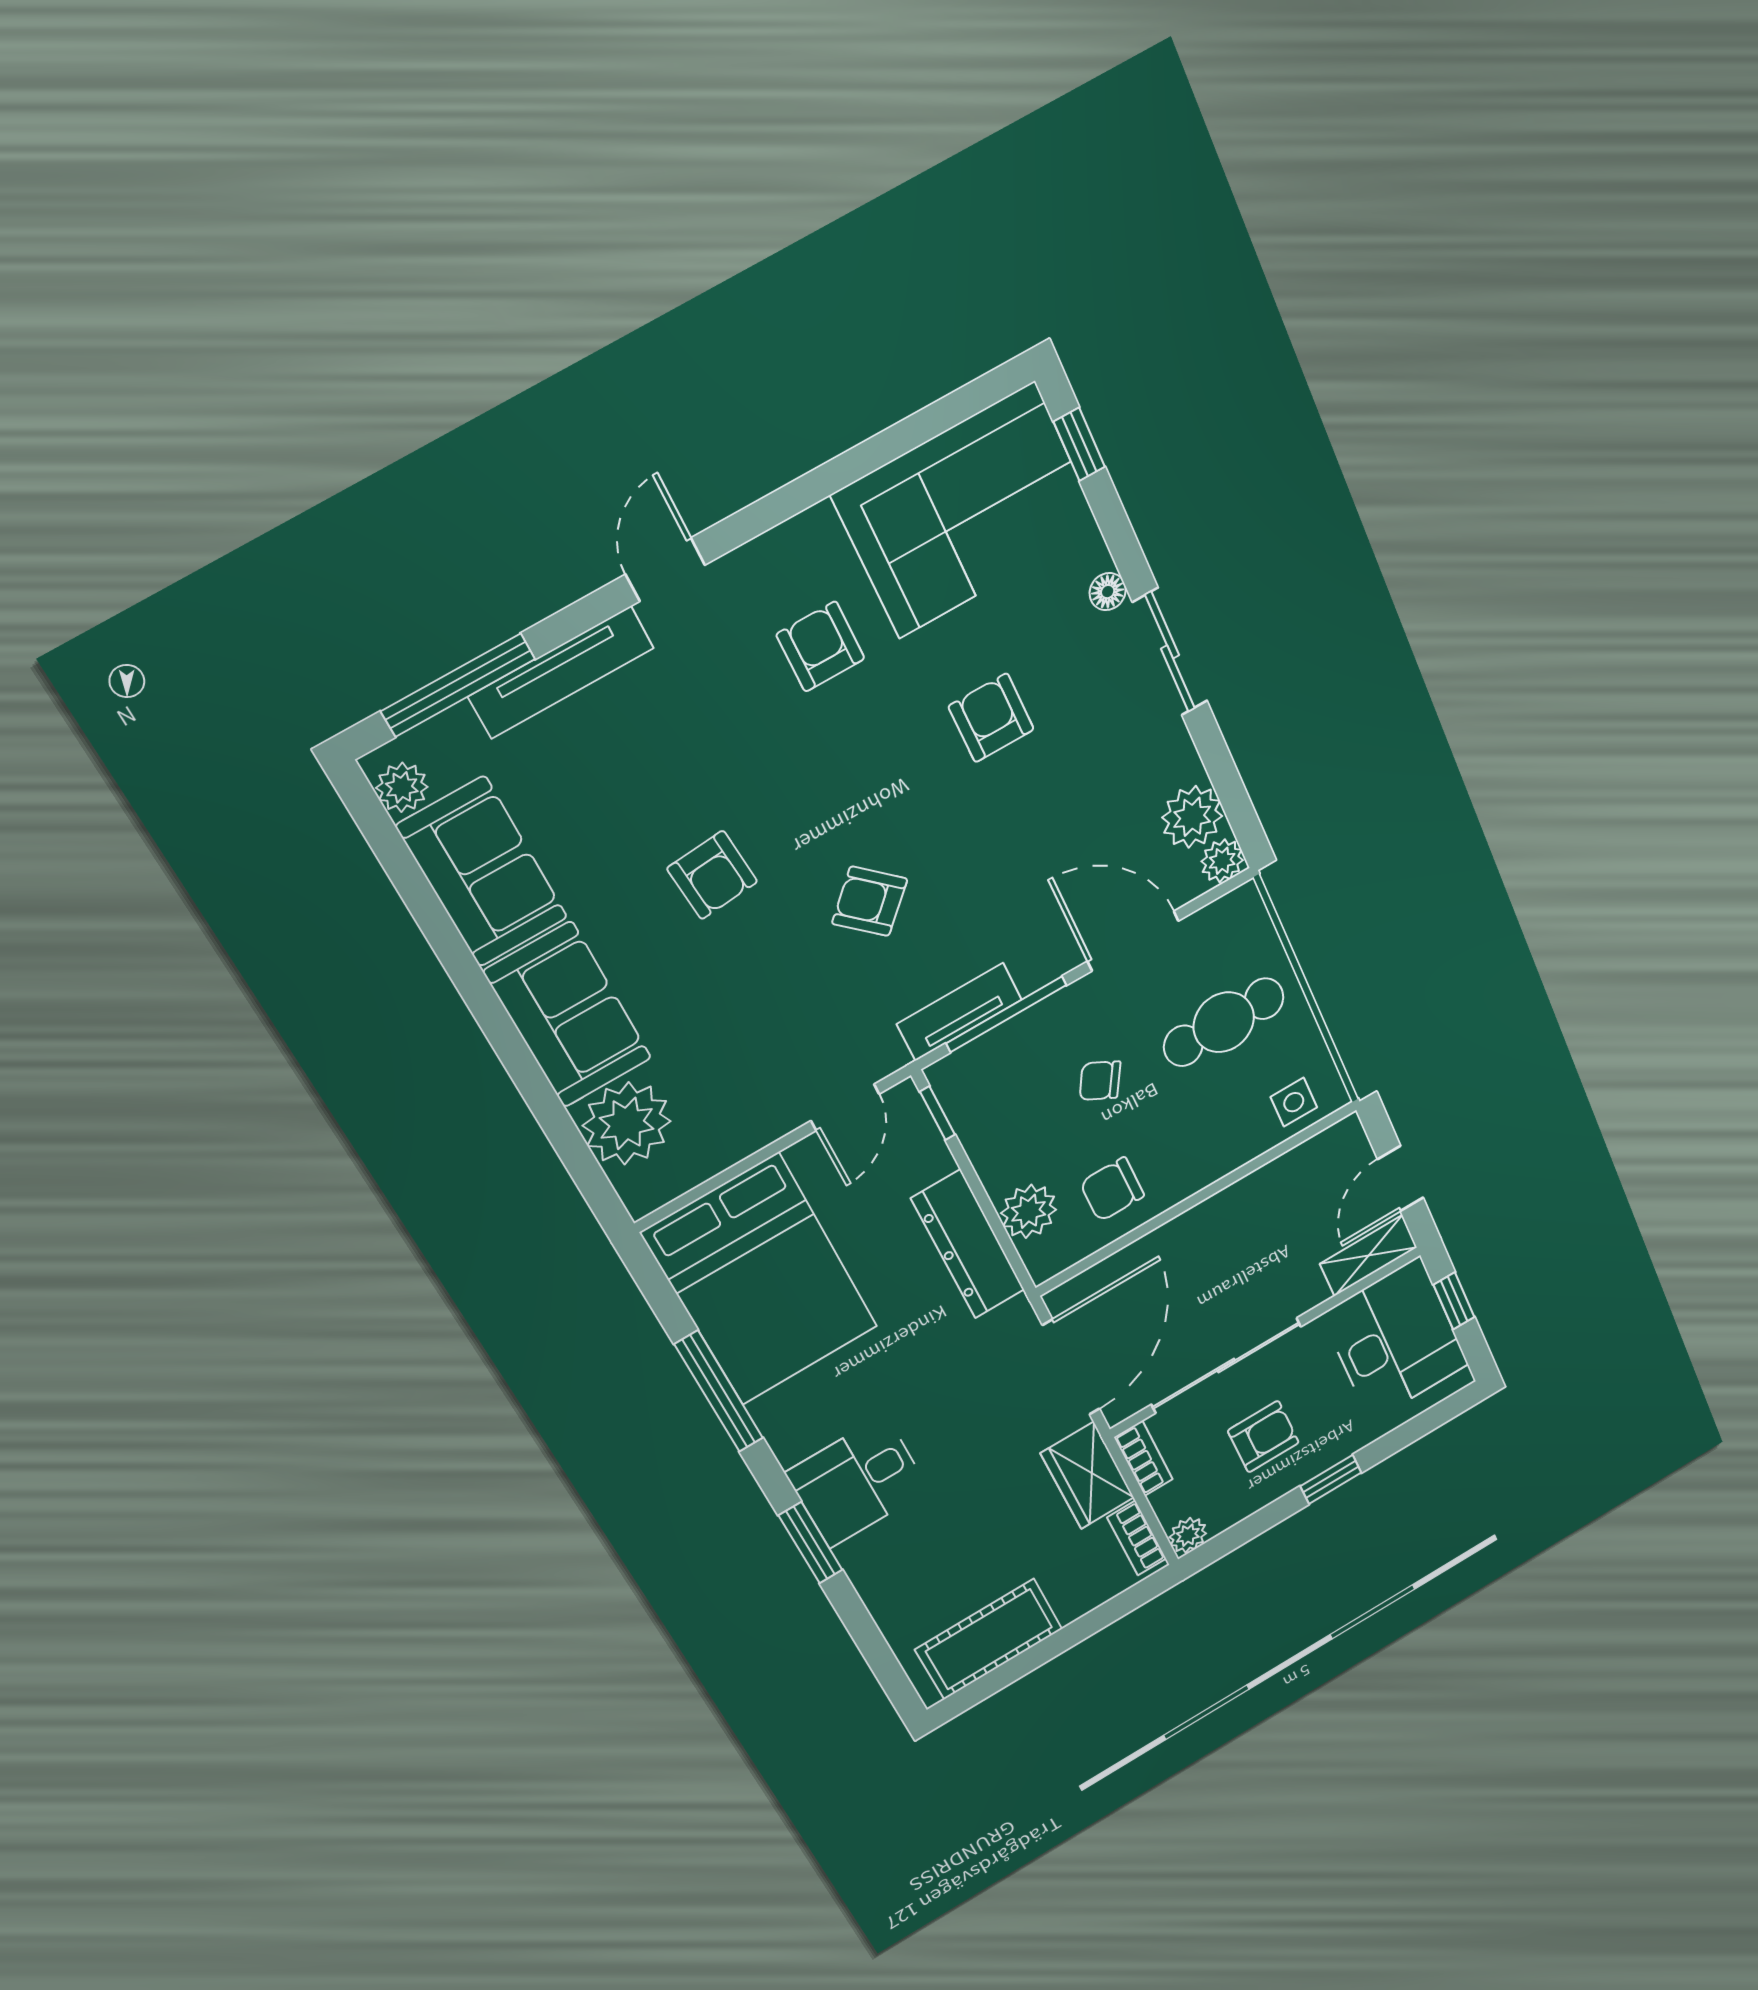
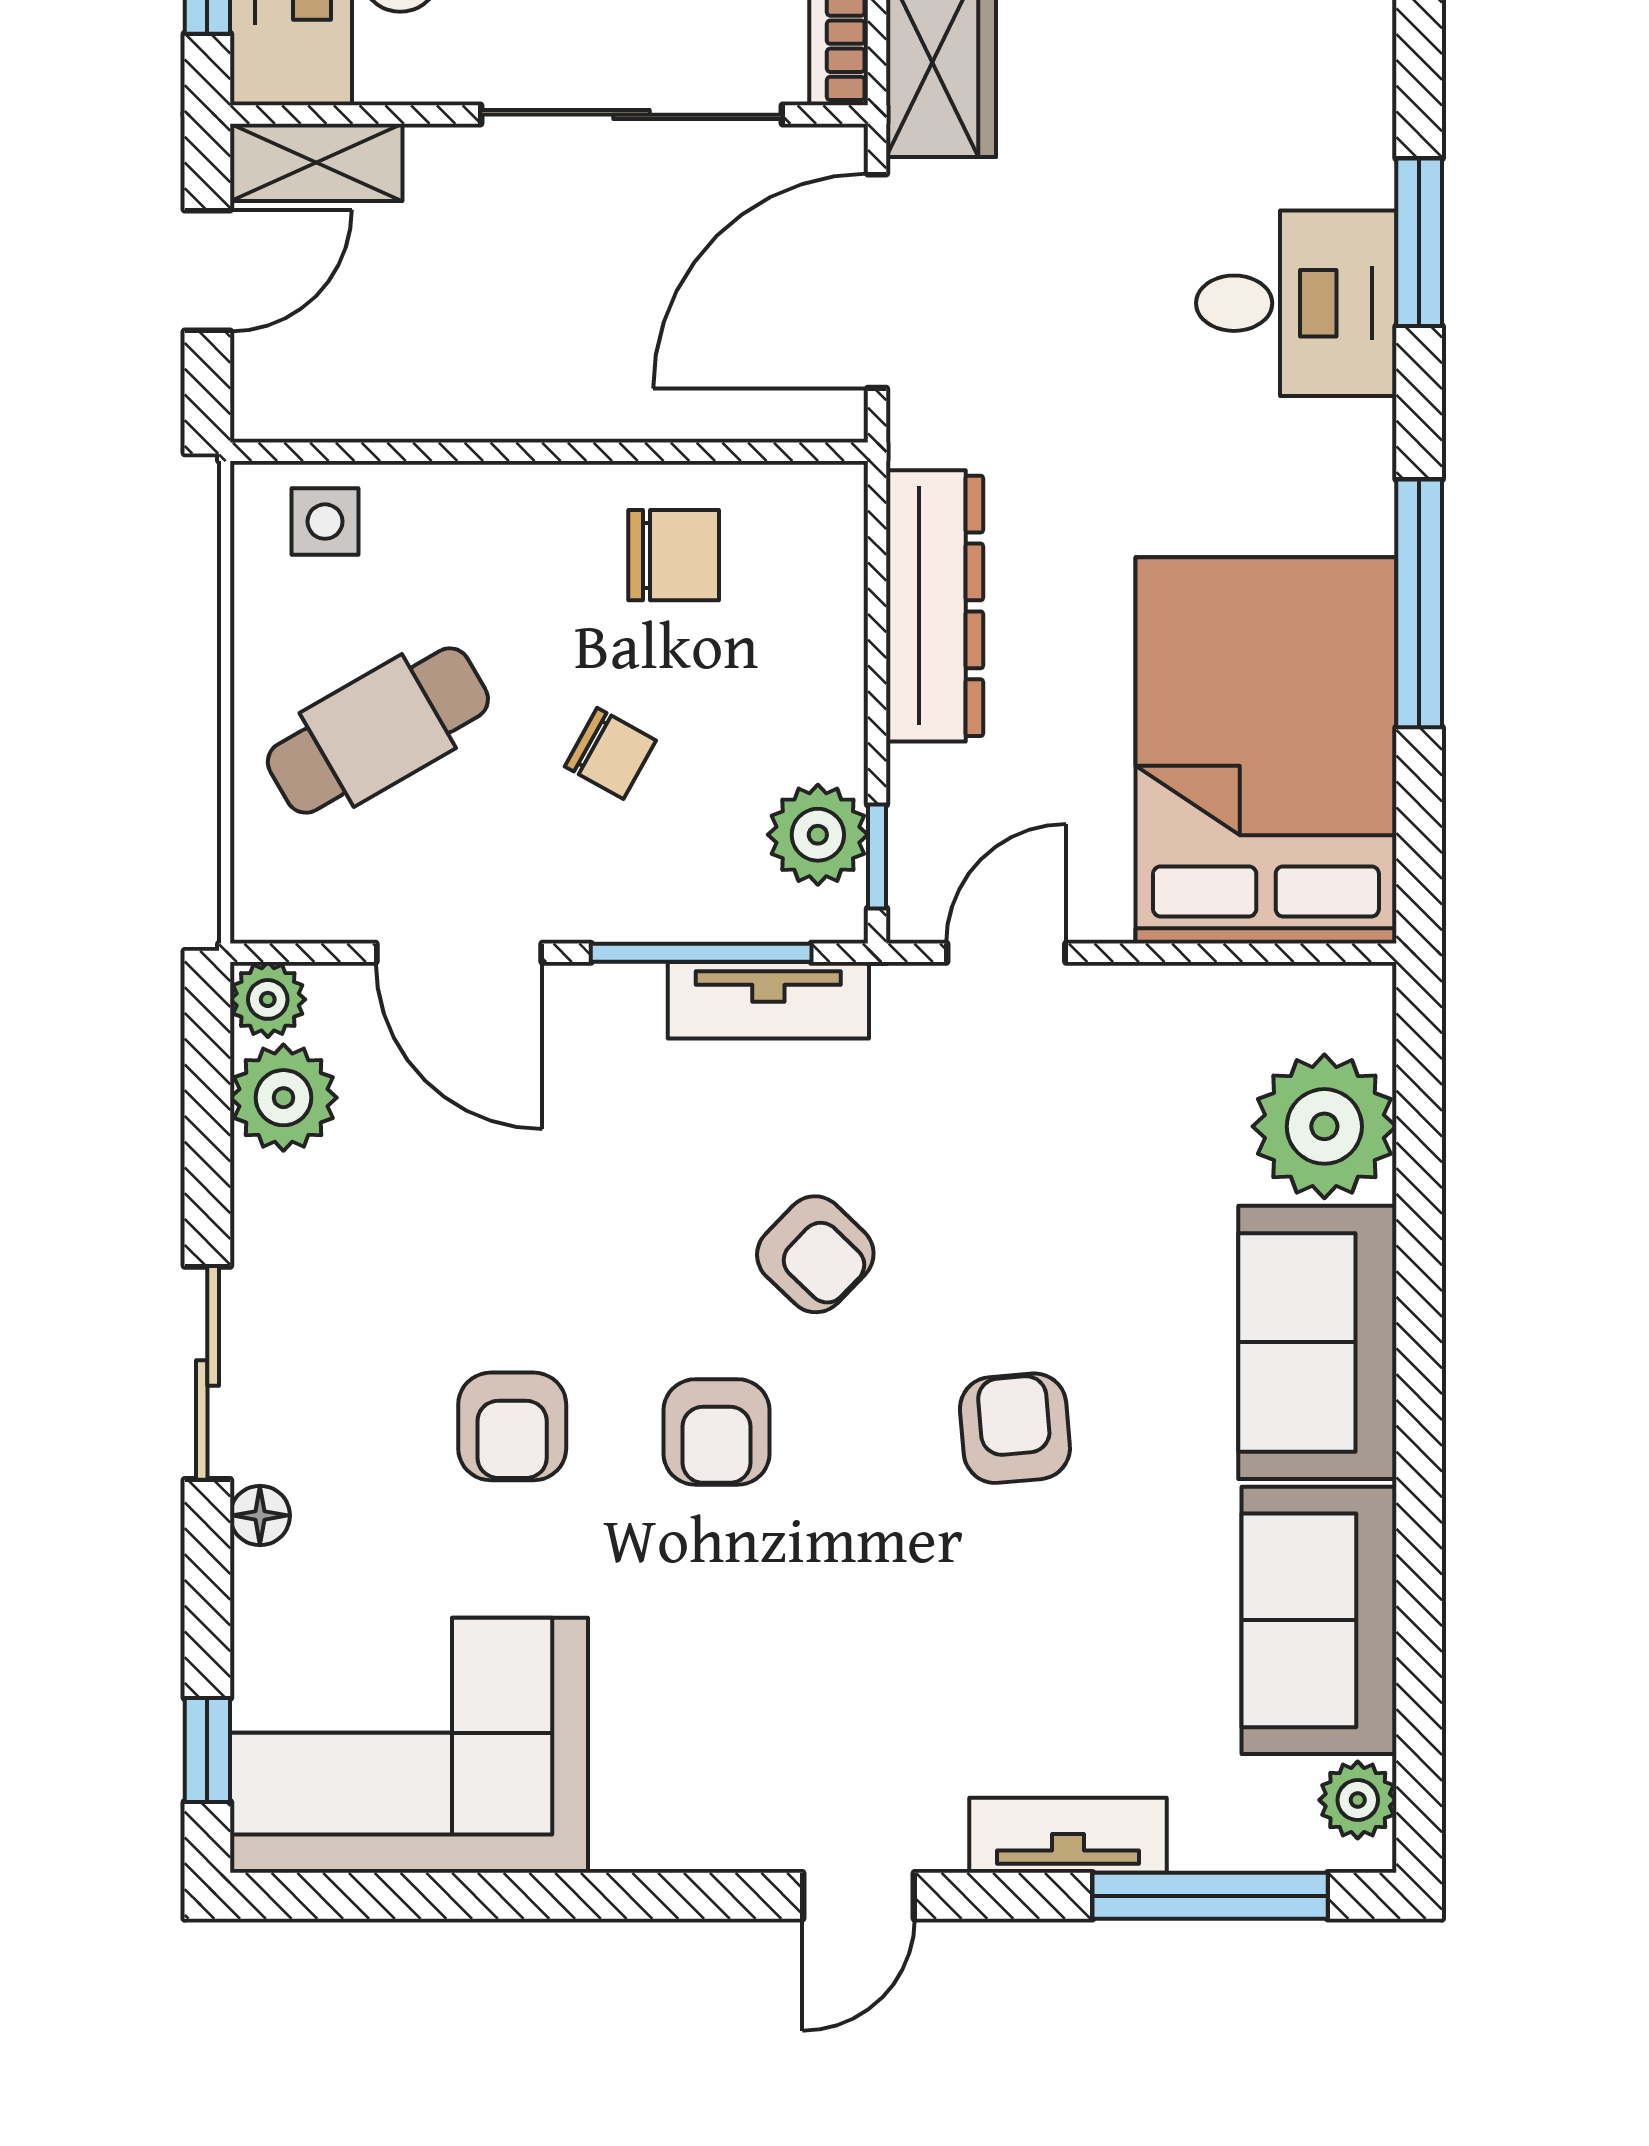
armchair: (820, 647) -> (716, 1432), moved
tv unit: (561, 672) -> (1068, 1835), width x0.71
cafe table: (1224, 1022) -> (378, 731), turned -30
plant: (1029, 1211) -> (818, 835), moved

